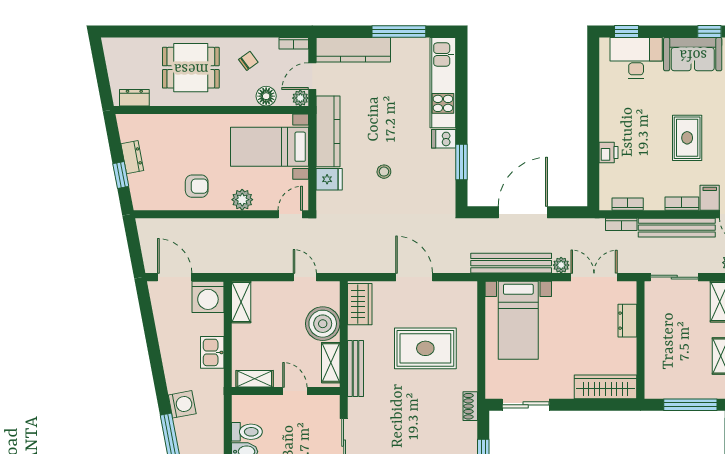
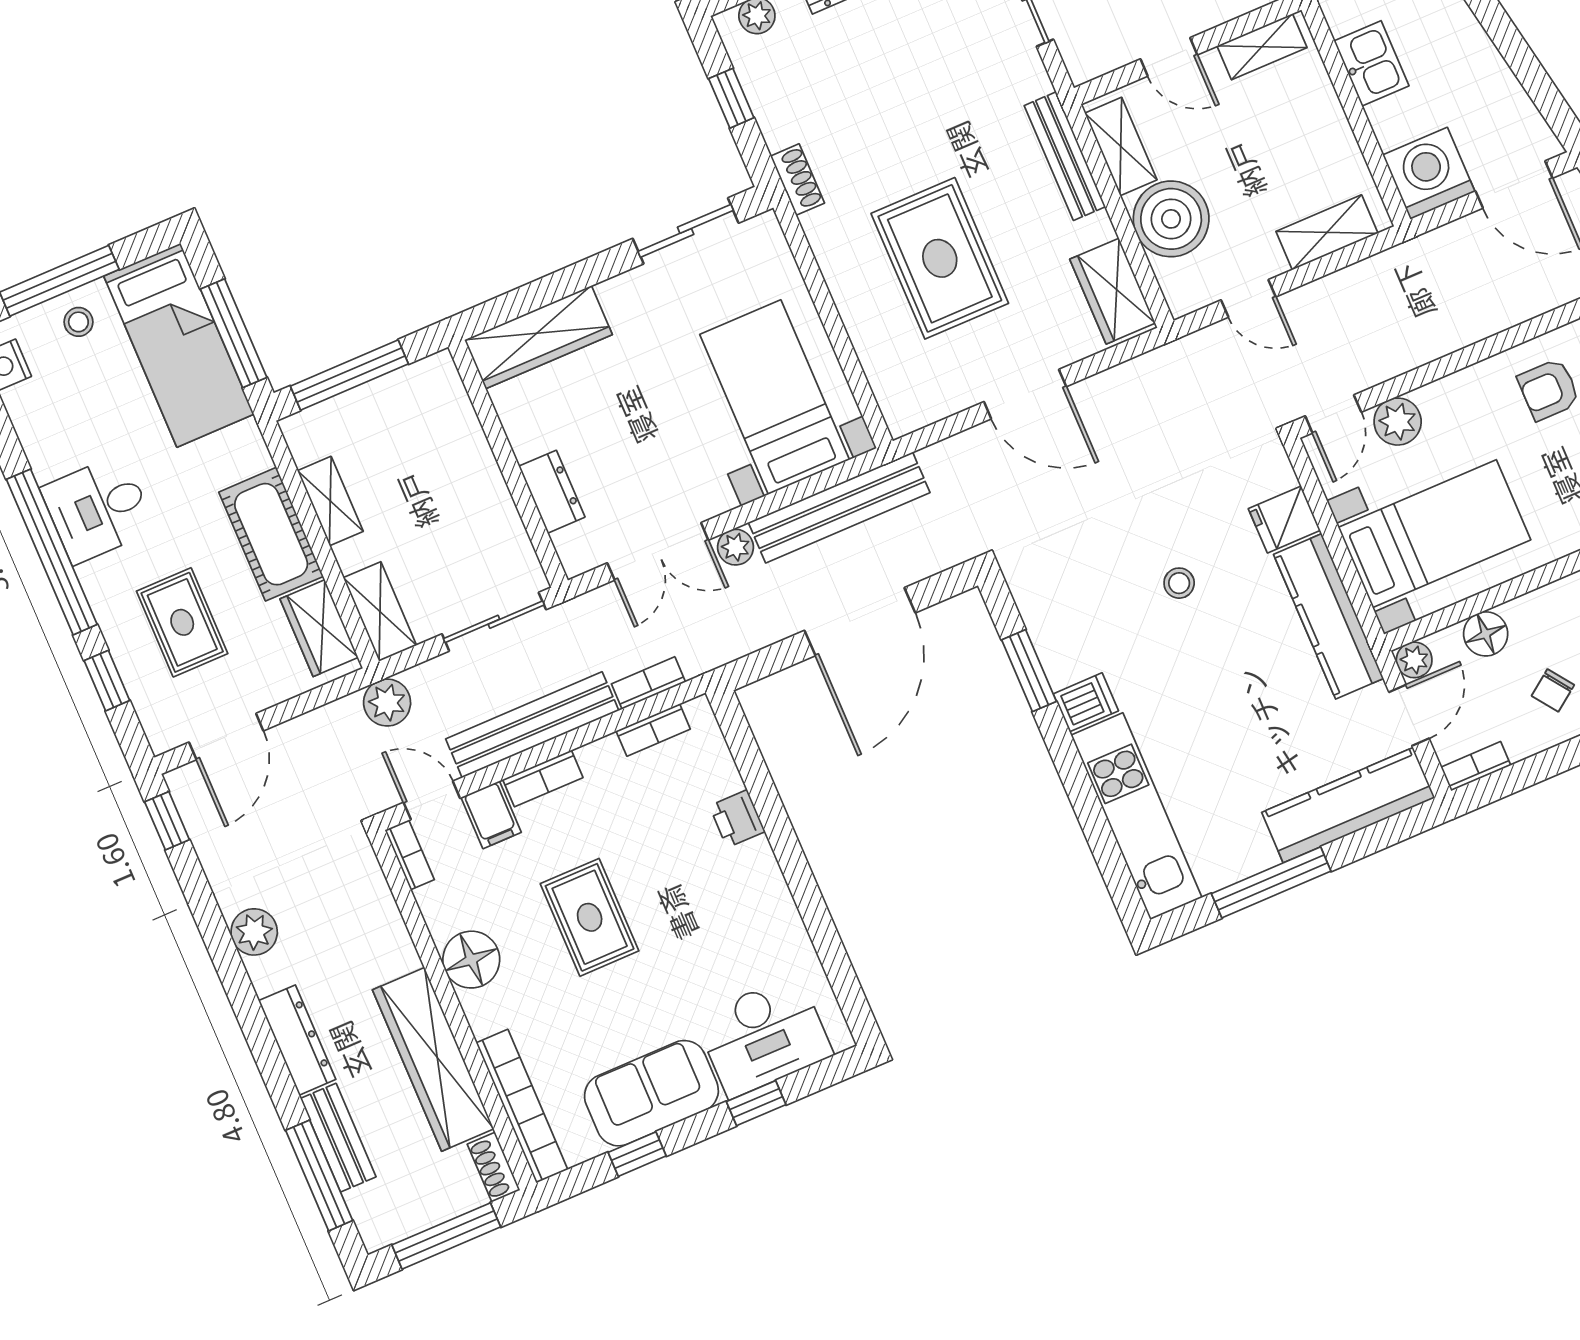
window: (626, 31) -> (756, 1103), moved
plant: (242, 200) -> (1398, 422), moved
shelving: (241, 302) -> (1327, 232), moved, turned 90
rug: (425, 348) -> (940, 258), turned 90

